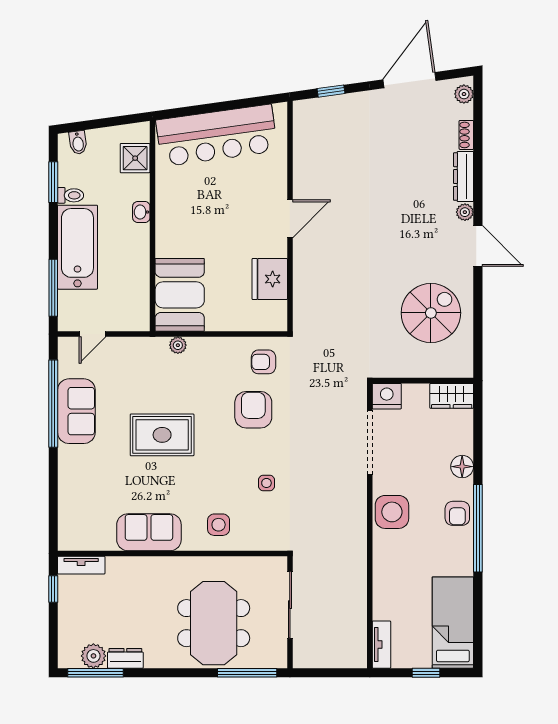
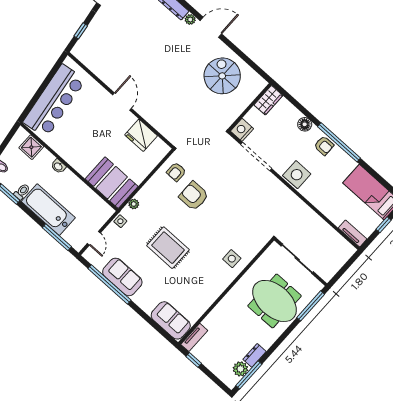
rug: (162, 435) -> (168, 248), turned 90
side table: (266, 483) -> (120, 221), moved
sofa: (149, 532) -> (171, 320), moved, turned 90

